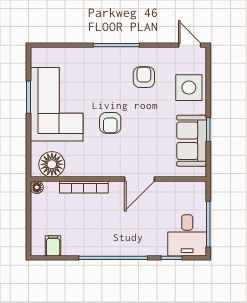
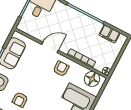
armchair: (110, 123) -> (61, 69), moved
filing cabinet: (53, 246) -> (110, 34), width x2.00

